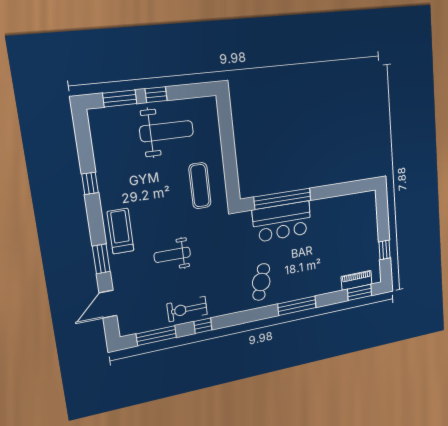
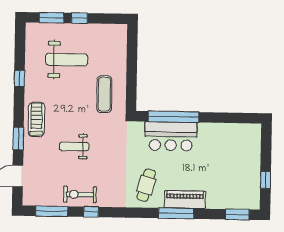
weight bench: (167, 131) -> (67, 60), moved
piano: (357, 280) -> (185, 200), moved, width x1.37, depth x1.33

